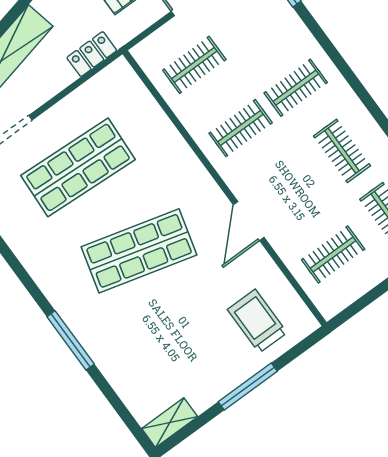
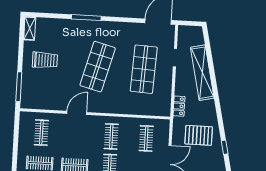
door: (249, 221) -> (77, 113), hinge flipped
trolley: (257, 321) -> (45, 60), moved
window: (248, 387) -> (19, 87), moved

